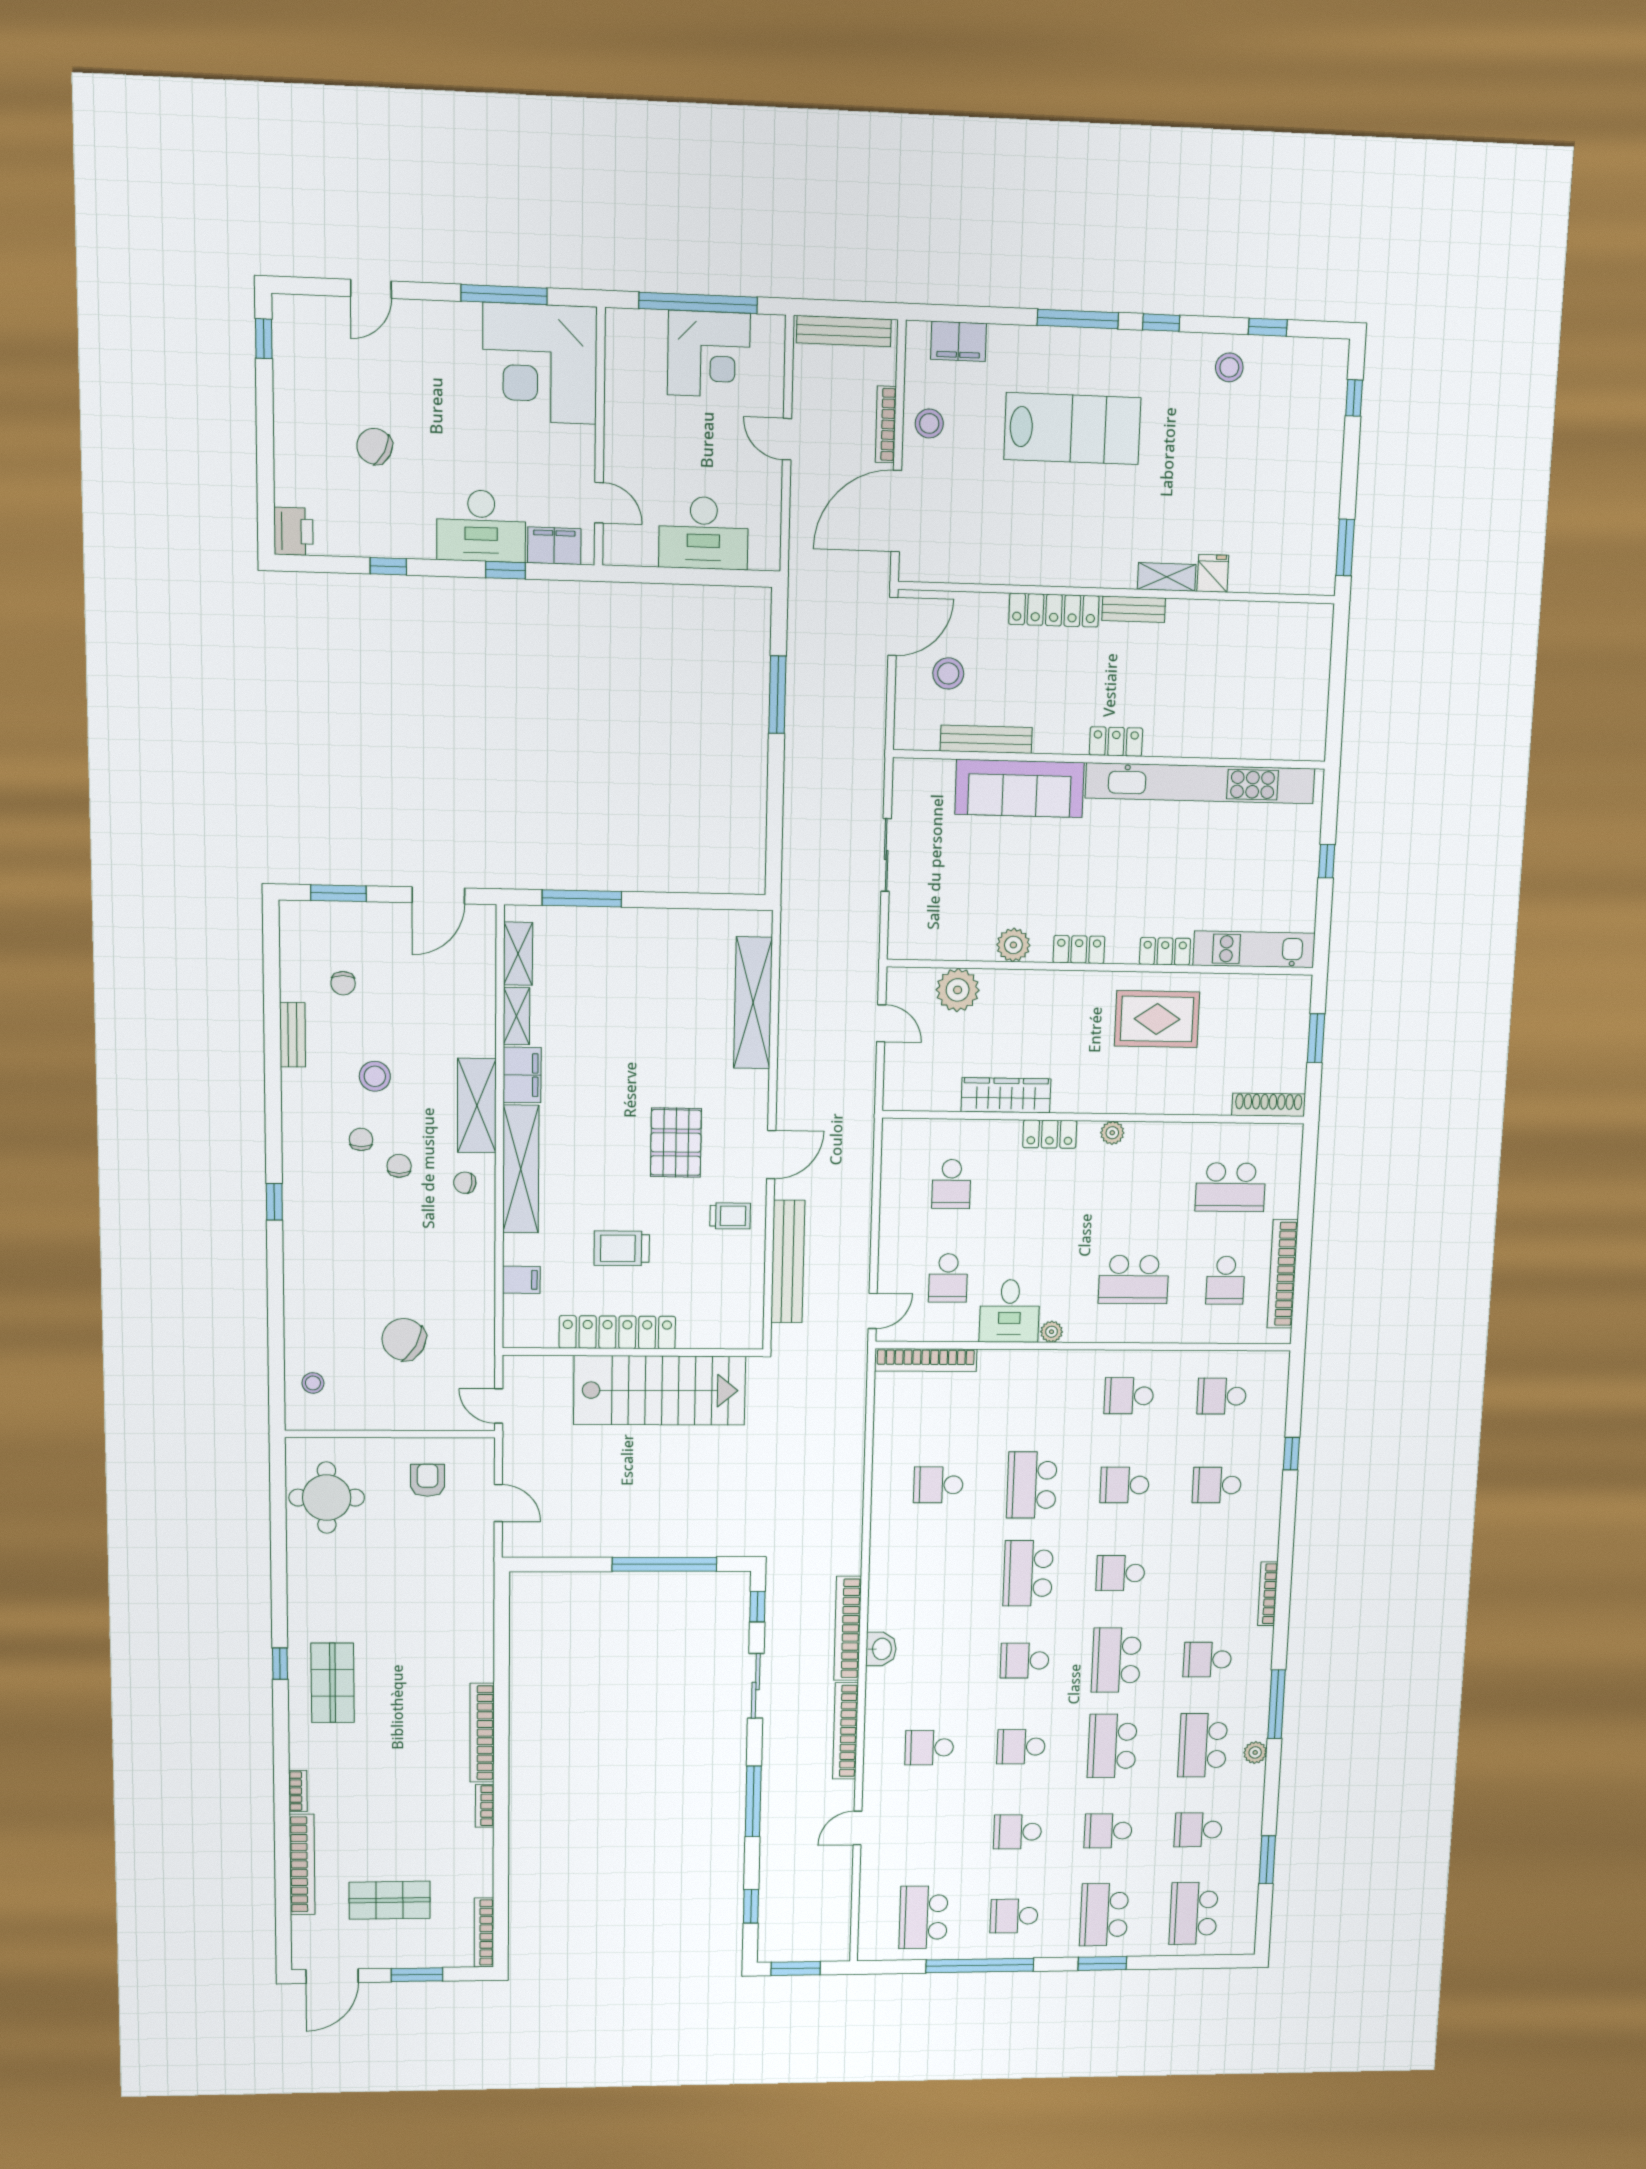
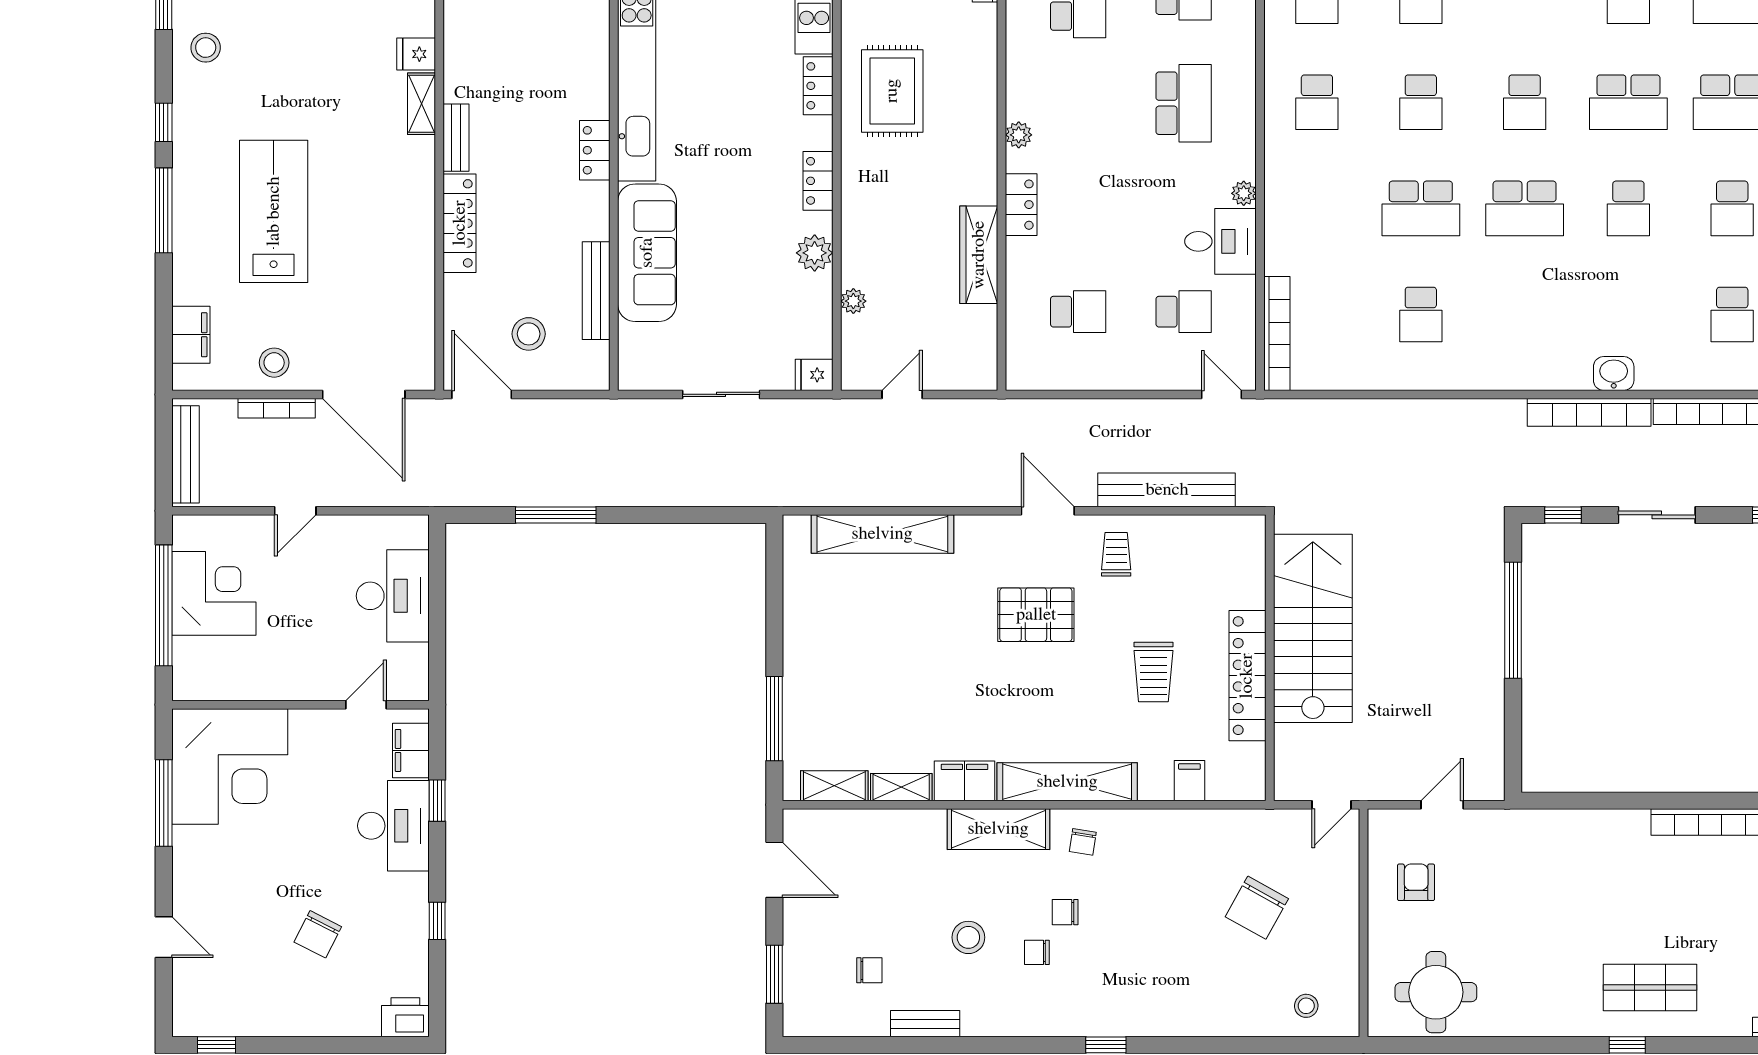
fridge: (902, 942) -> (814, 375), added
plant: (958, 990) -> (853, 301), width x0.53, depth x0.53
armchair: (428, 1480) -> (1416, 882), turned 90

